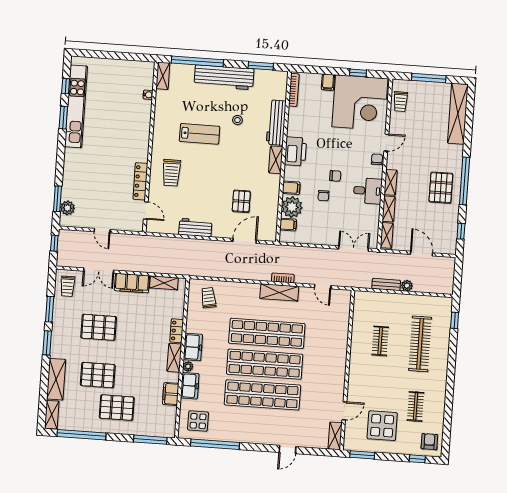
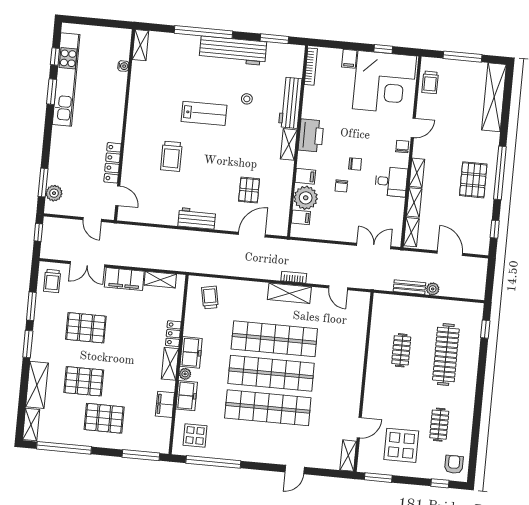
shelving: (163, 76) -> (140, 45), moved
water cooler: (148, 95) -> (123, 66), moved
wall: (150, 147) -> (125, 125), moved
locker: (140, 181) -> (113, 163), moved
door: (146, 210) -> (118, 196), moved

